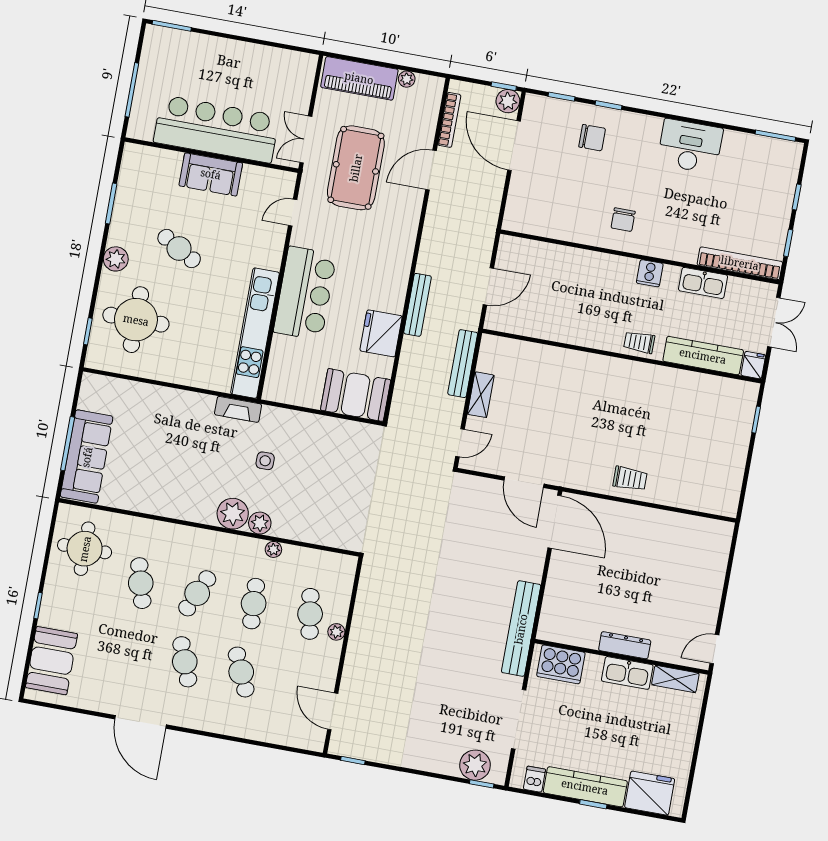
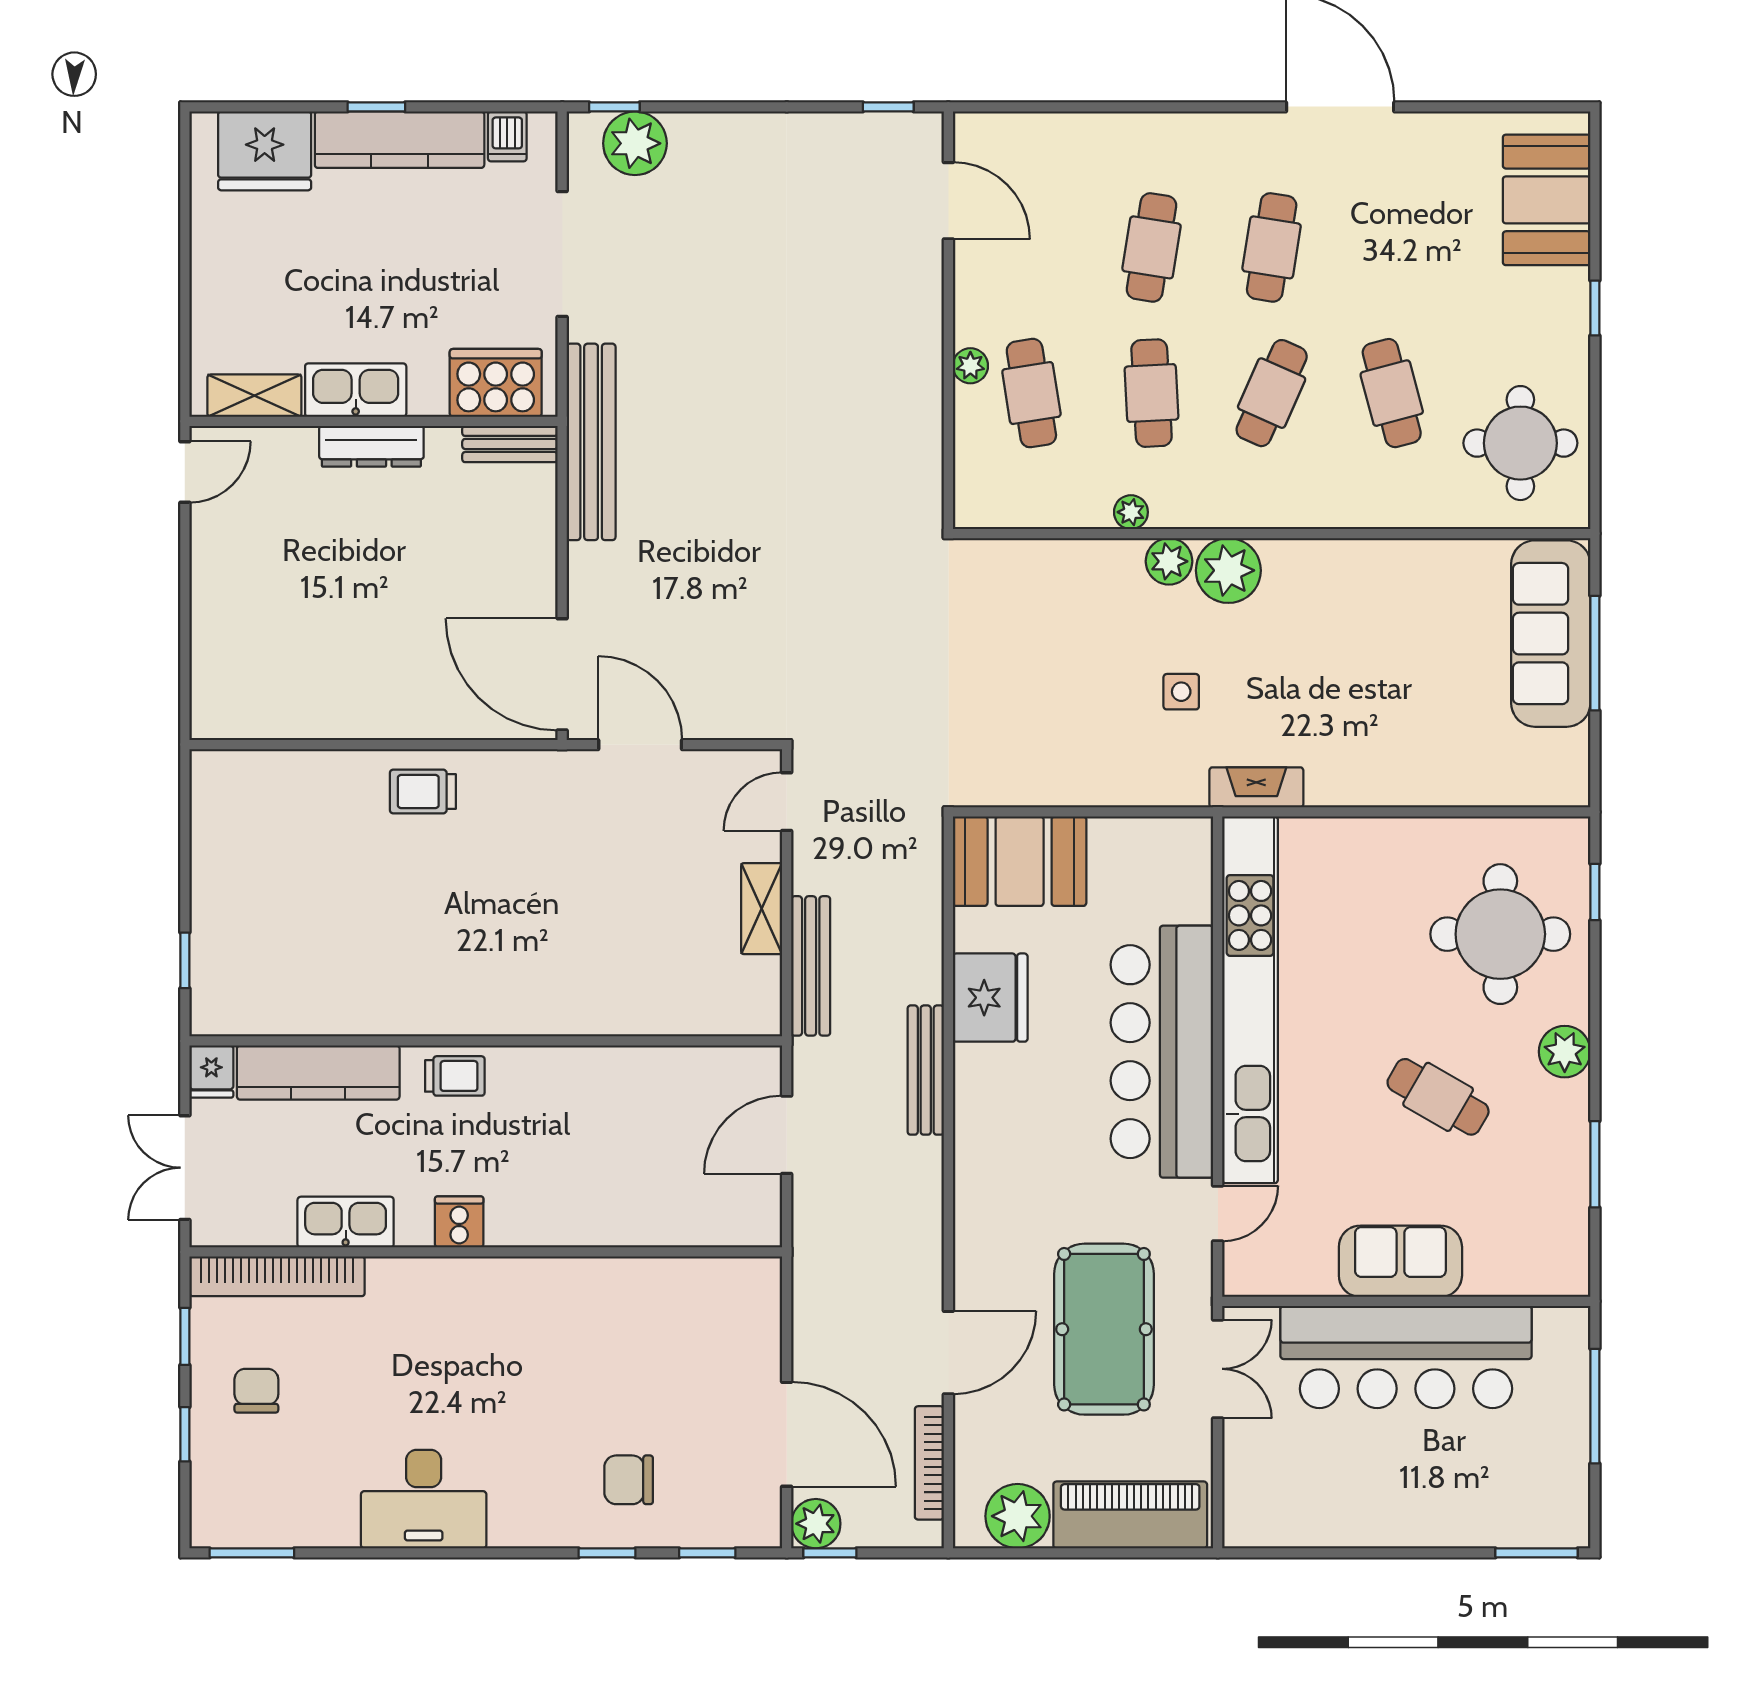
plant: (407, 79) -> (1018, 1516), width x1.88, depth x1.88
chair: (623, 220) -> (256, 1391), moved
bar counter: (305, 293) -> (1162, 1052), width x1.36
kitchen unit: (255, 333) -> (1250, 1000), width x1.36
bench: (559, 634) -> (510, 444), added
cafe table: (185, 662) -> (1272, 247), turned 30
cafe table: (241, 672) -> (1152, 247), turned 33

